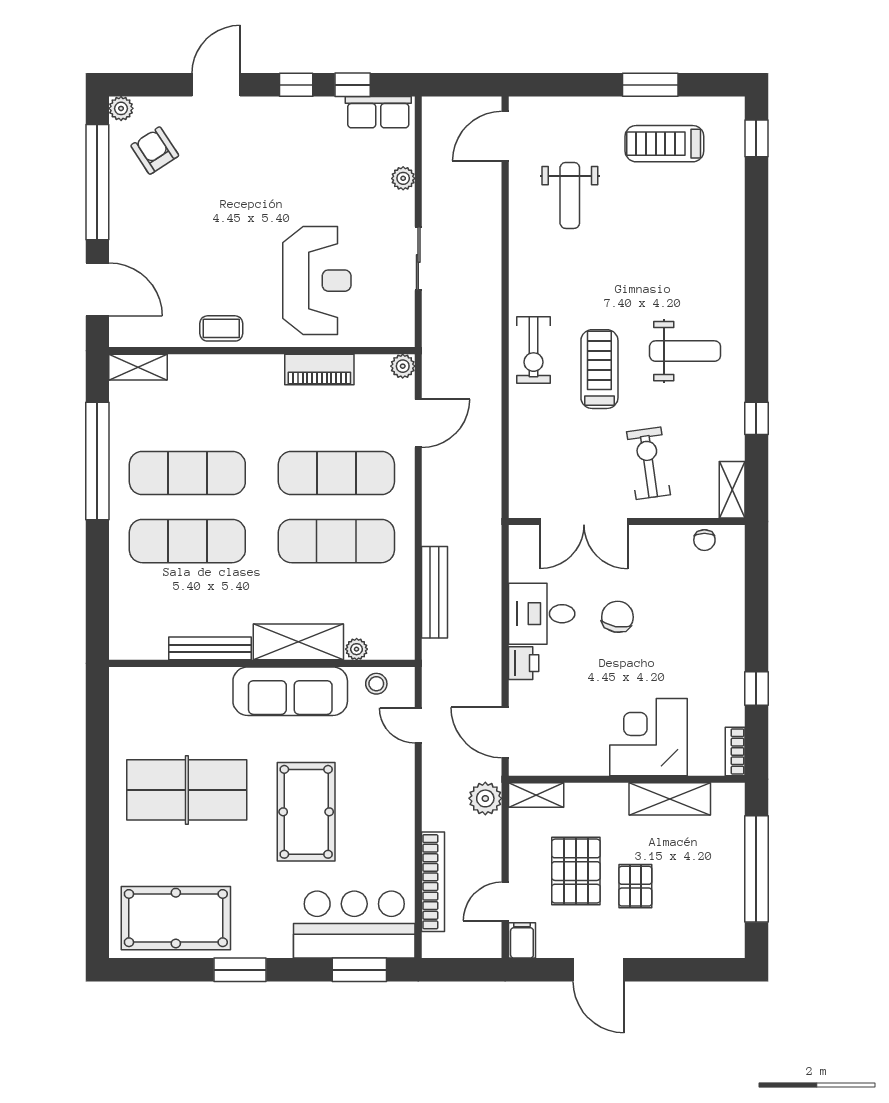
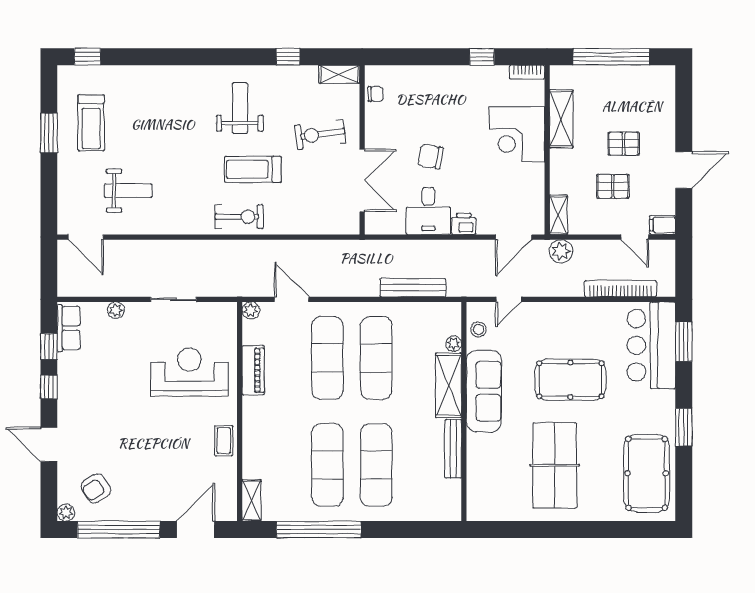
pallet: (576, 871) -> (613, 186), width x0.67, depth x0.71

